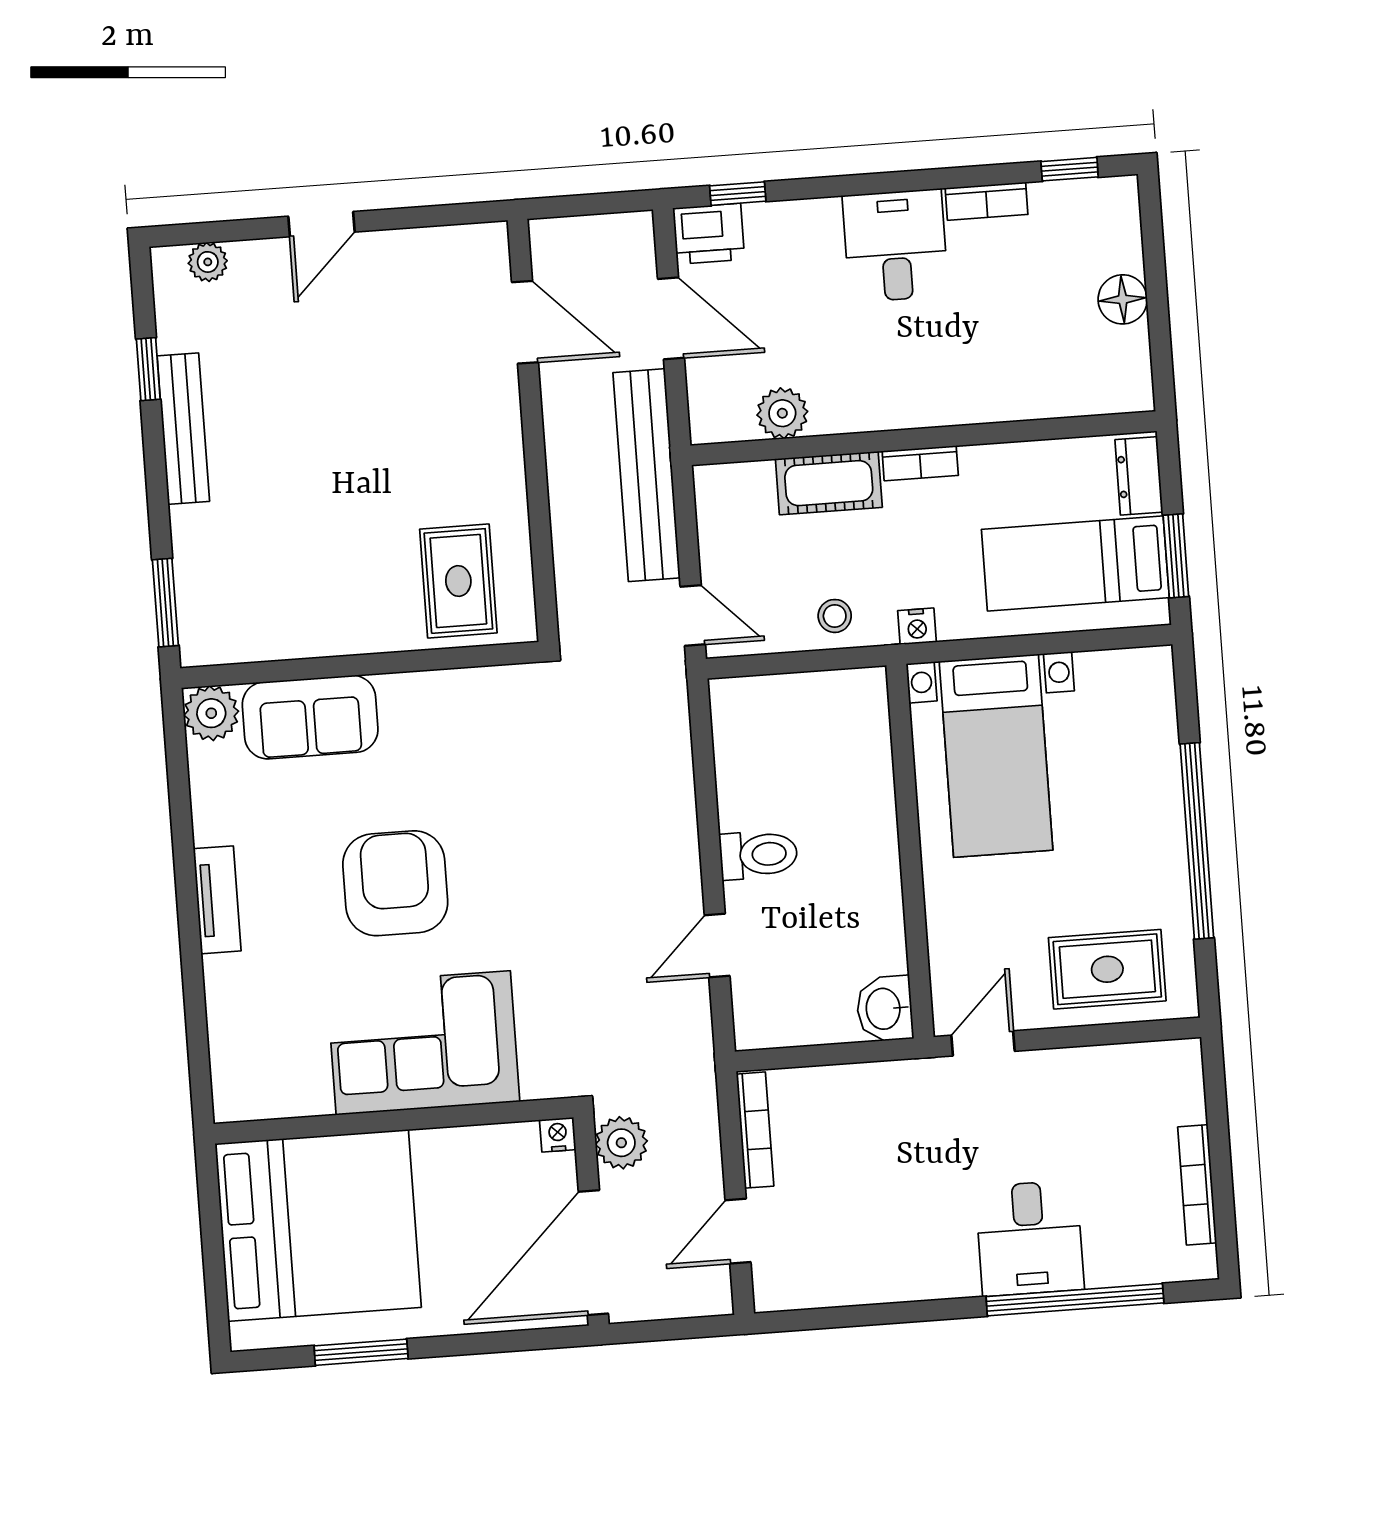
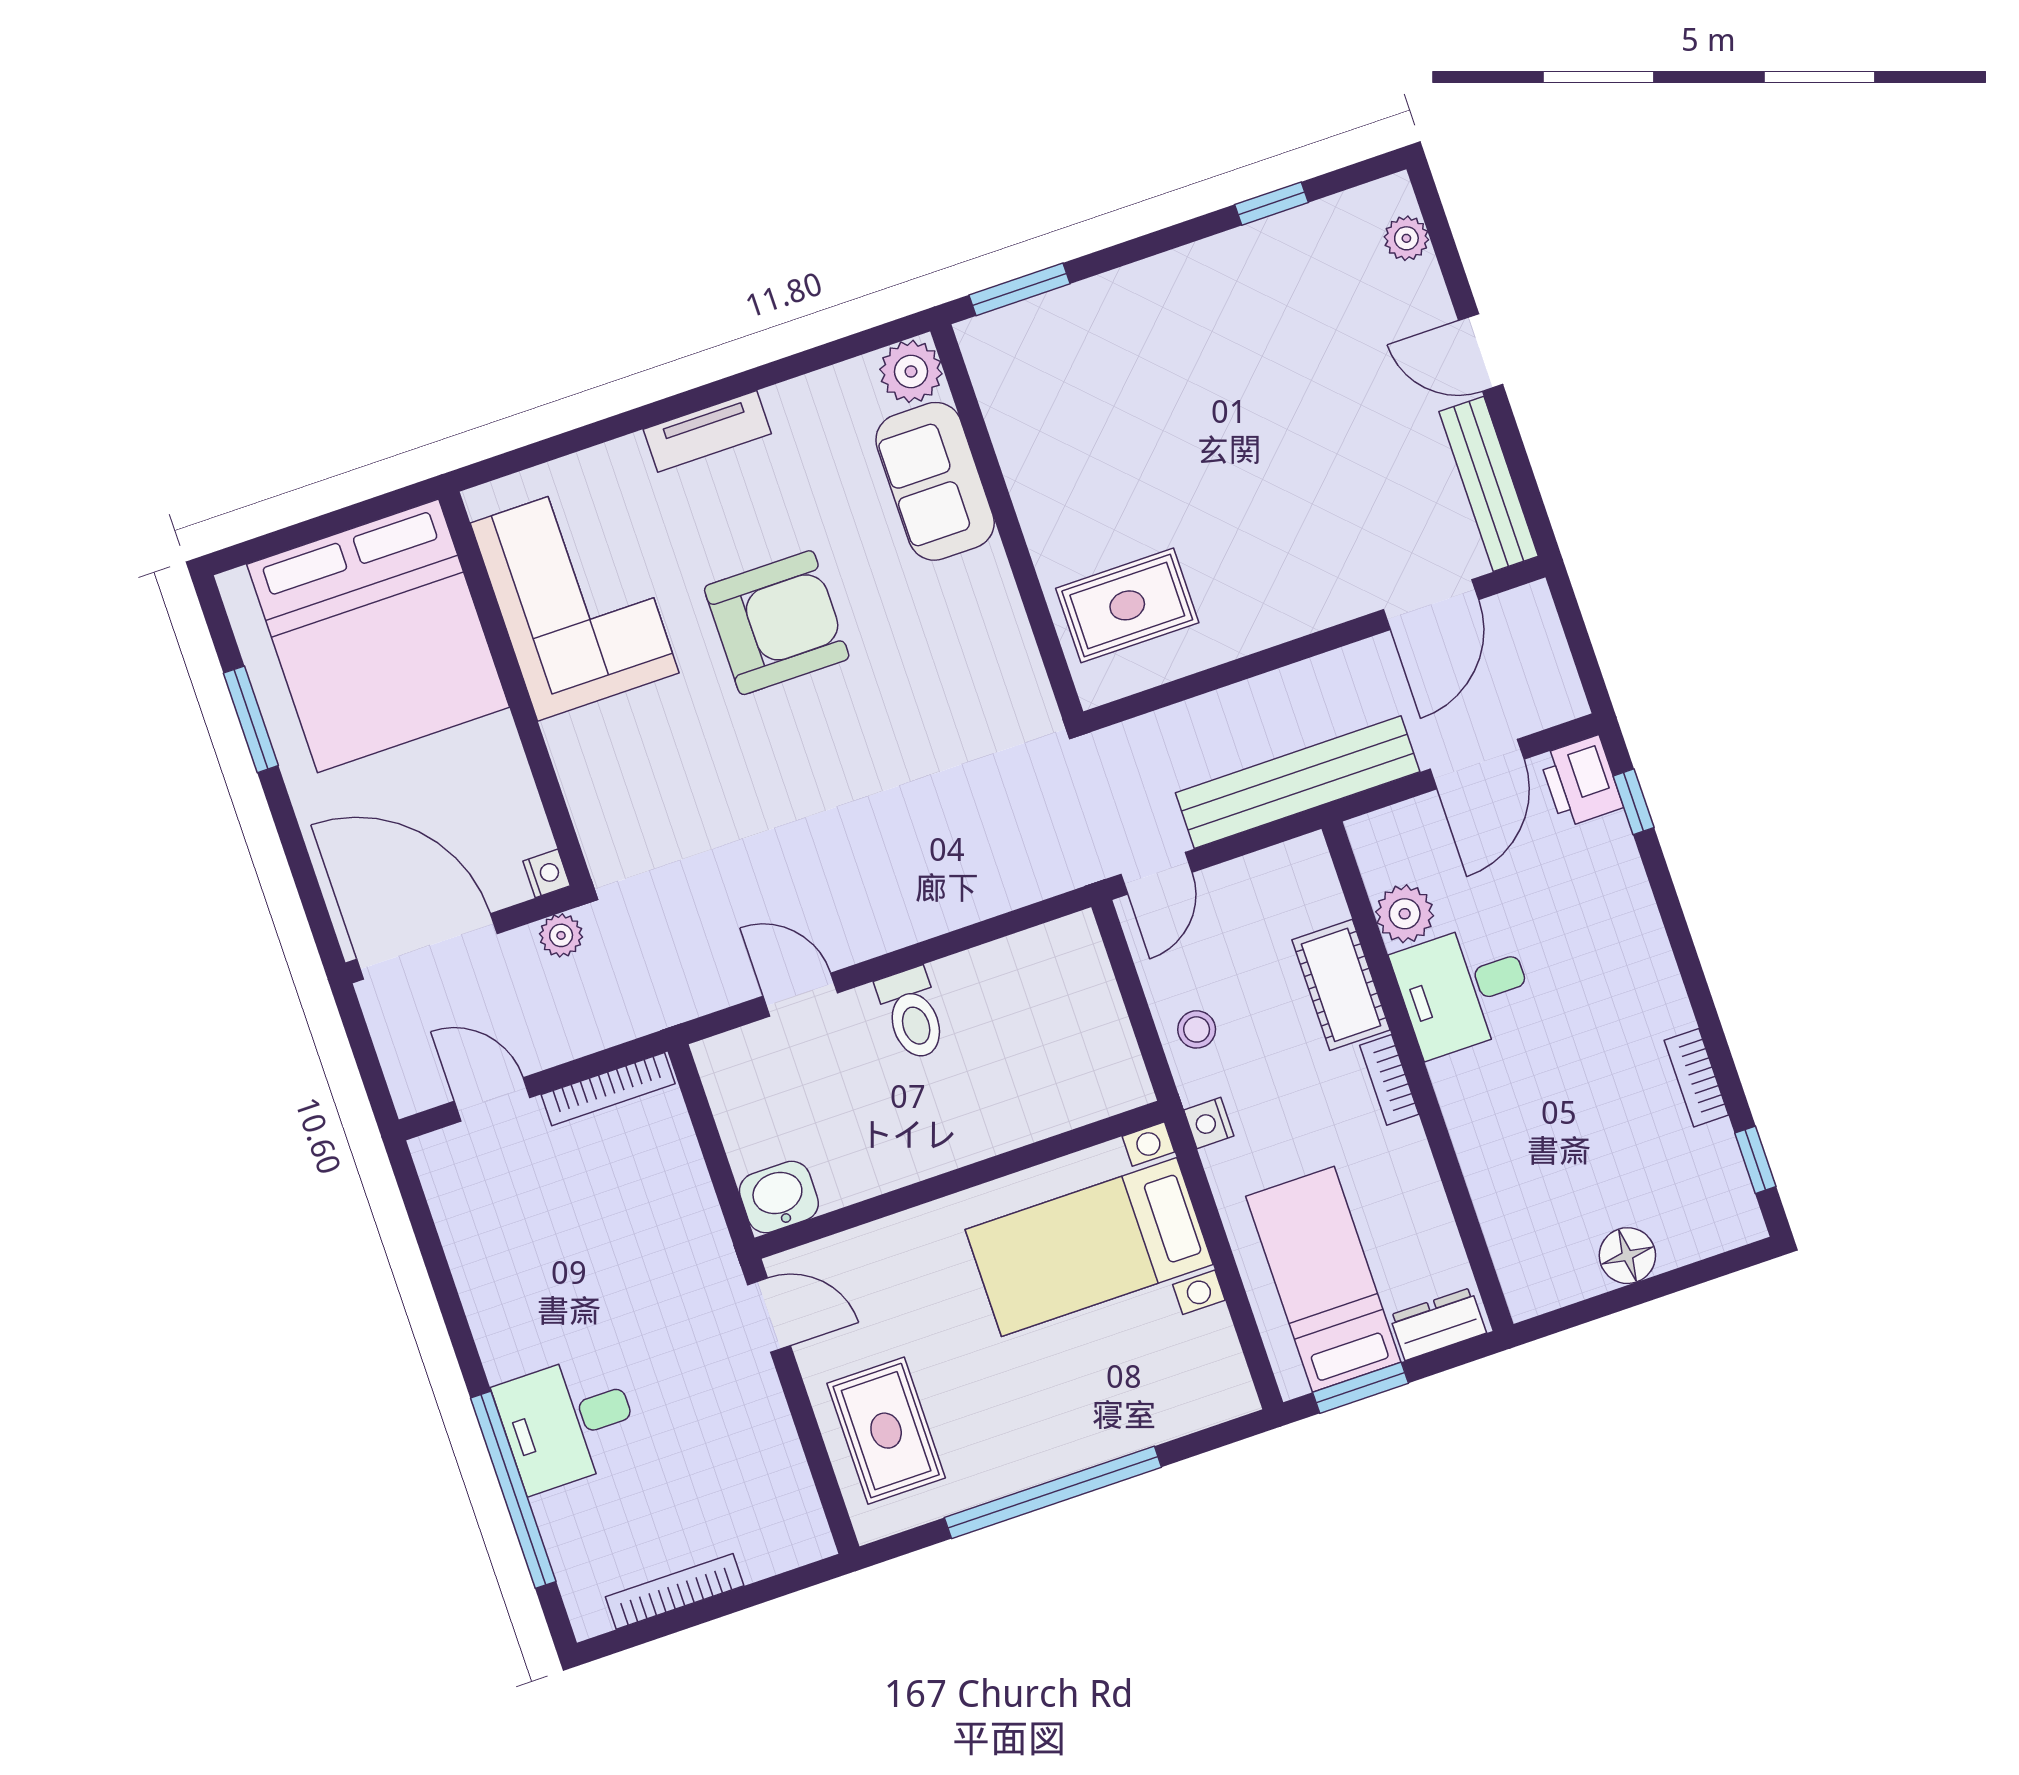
desk: (895, 246) -> (1464, 989), moved, turned 180
bench: (183, 429) -> (1489, 484), moved, turned 90
corner sofa: (423, 1043) -> (575, 598), moved
plant: (621, 1143) -> (561, 935), width x0.73, depth x0.73

